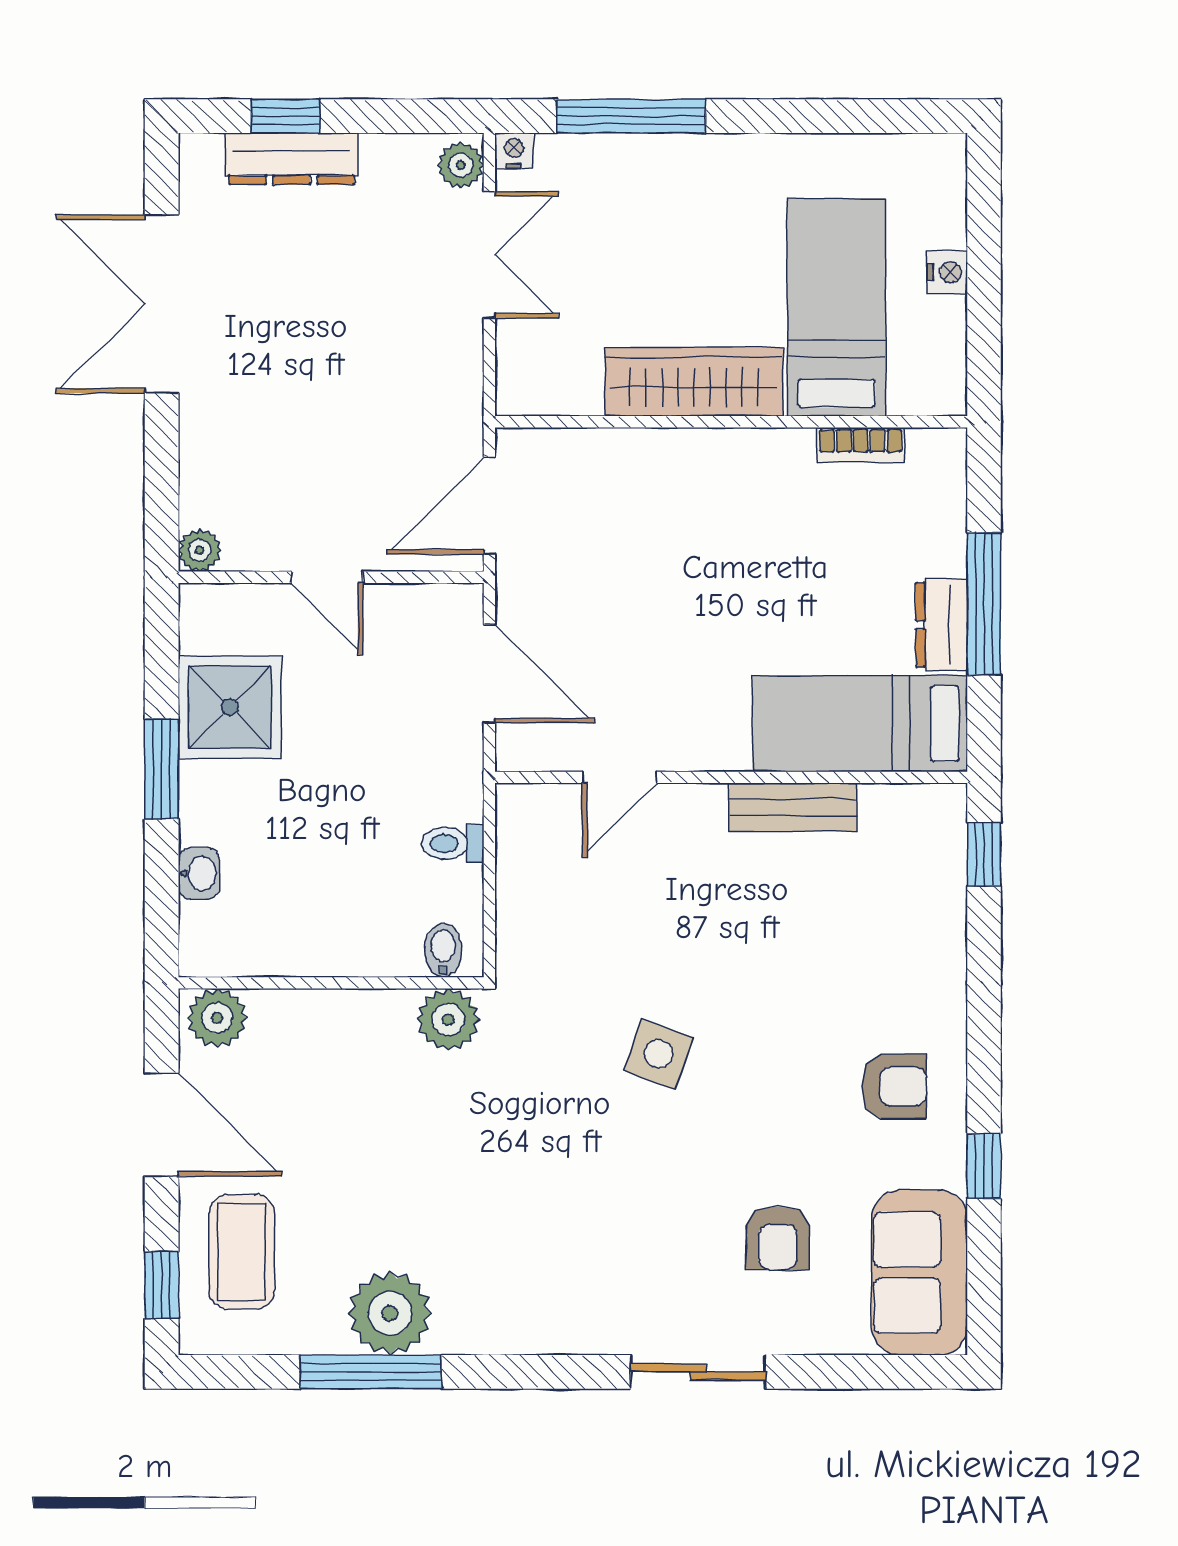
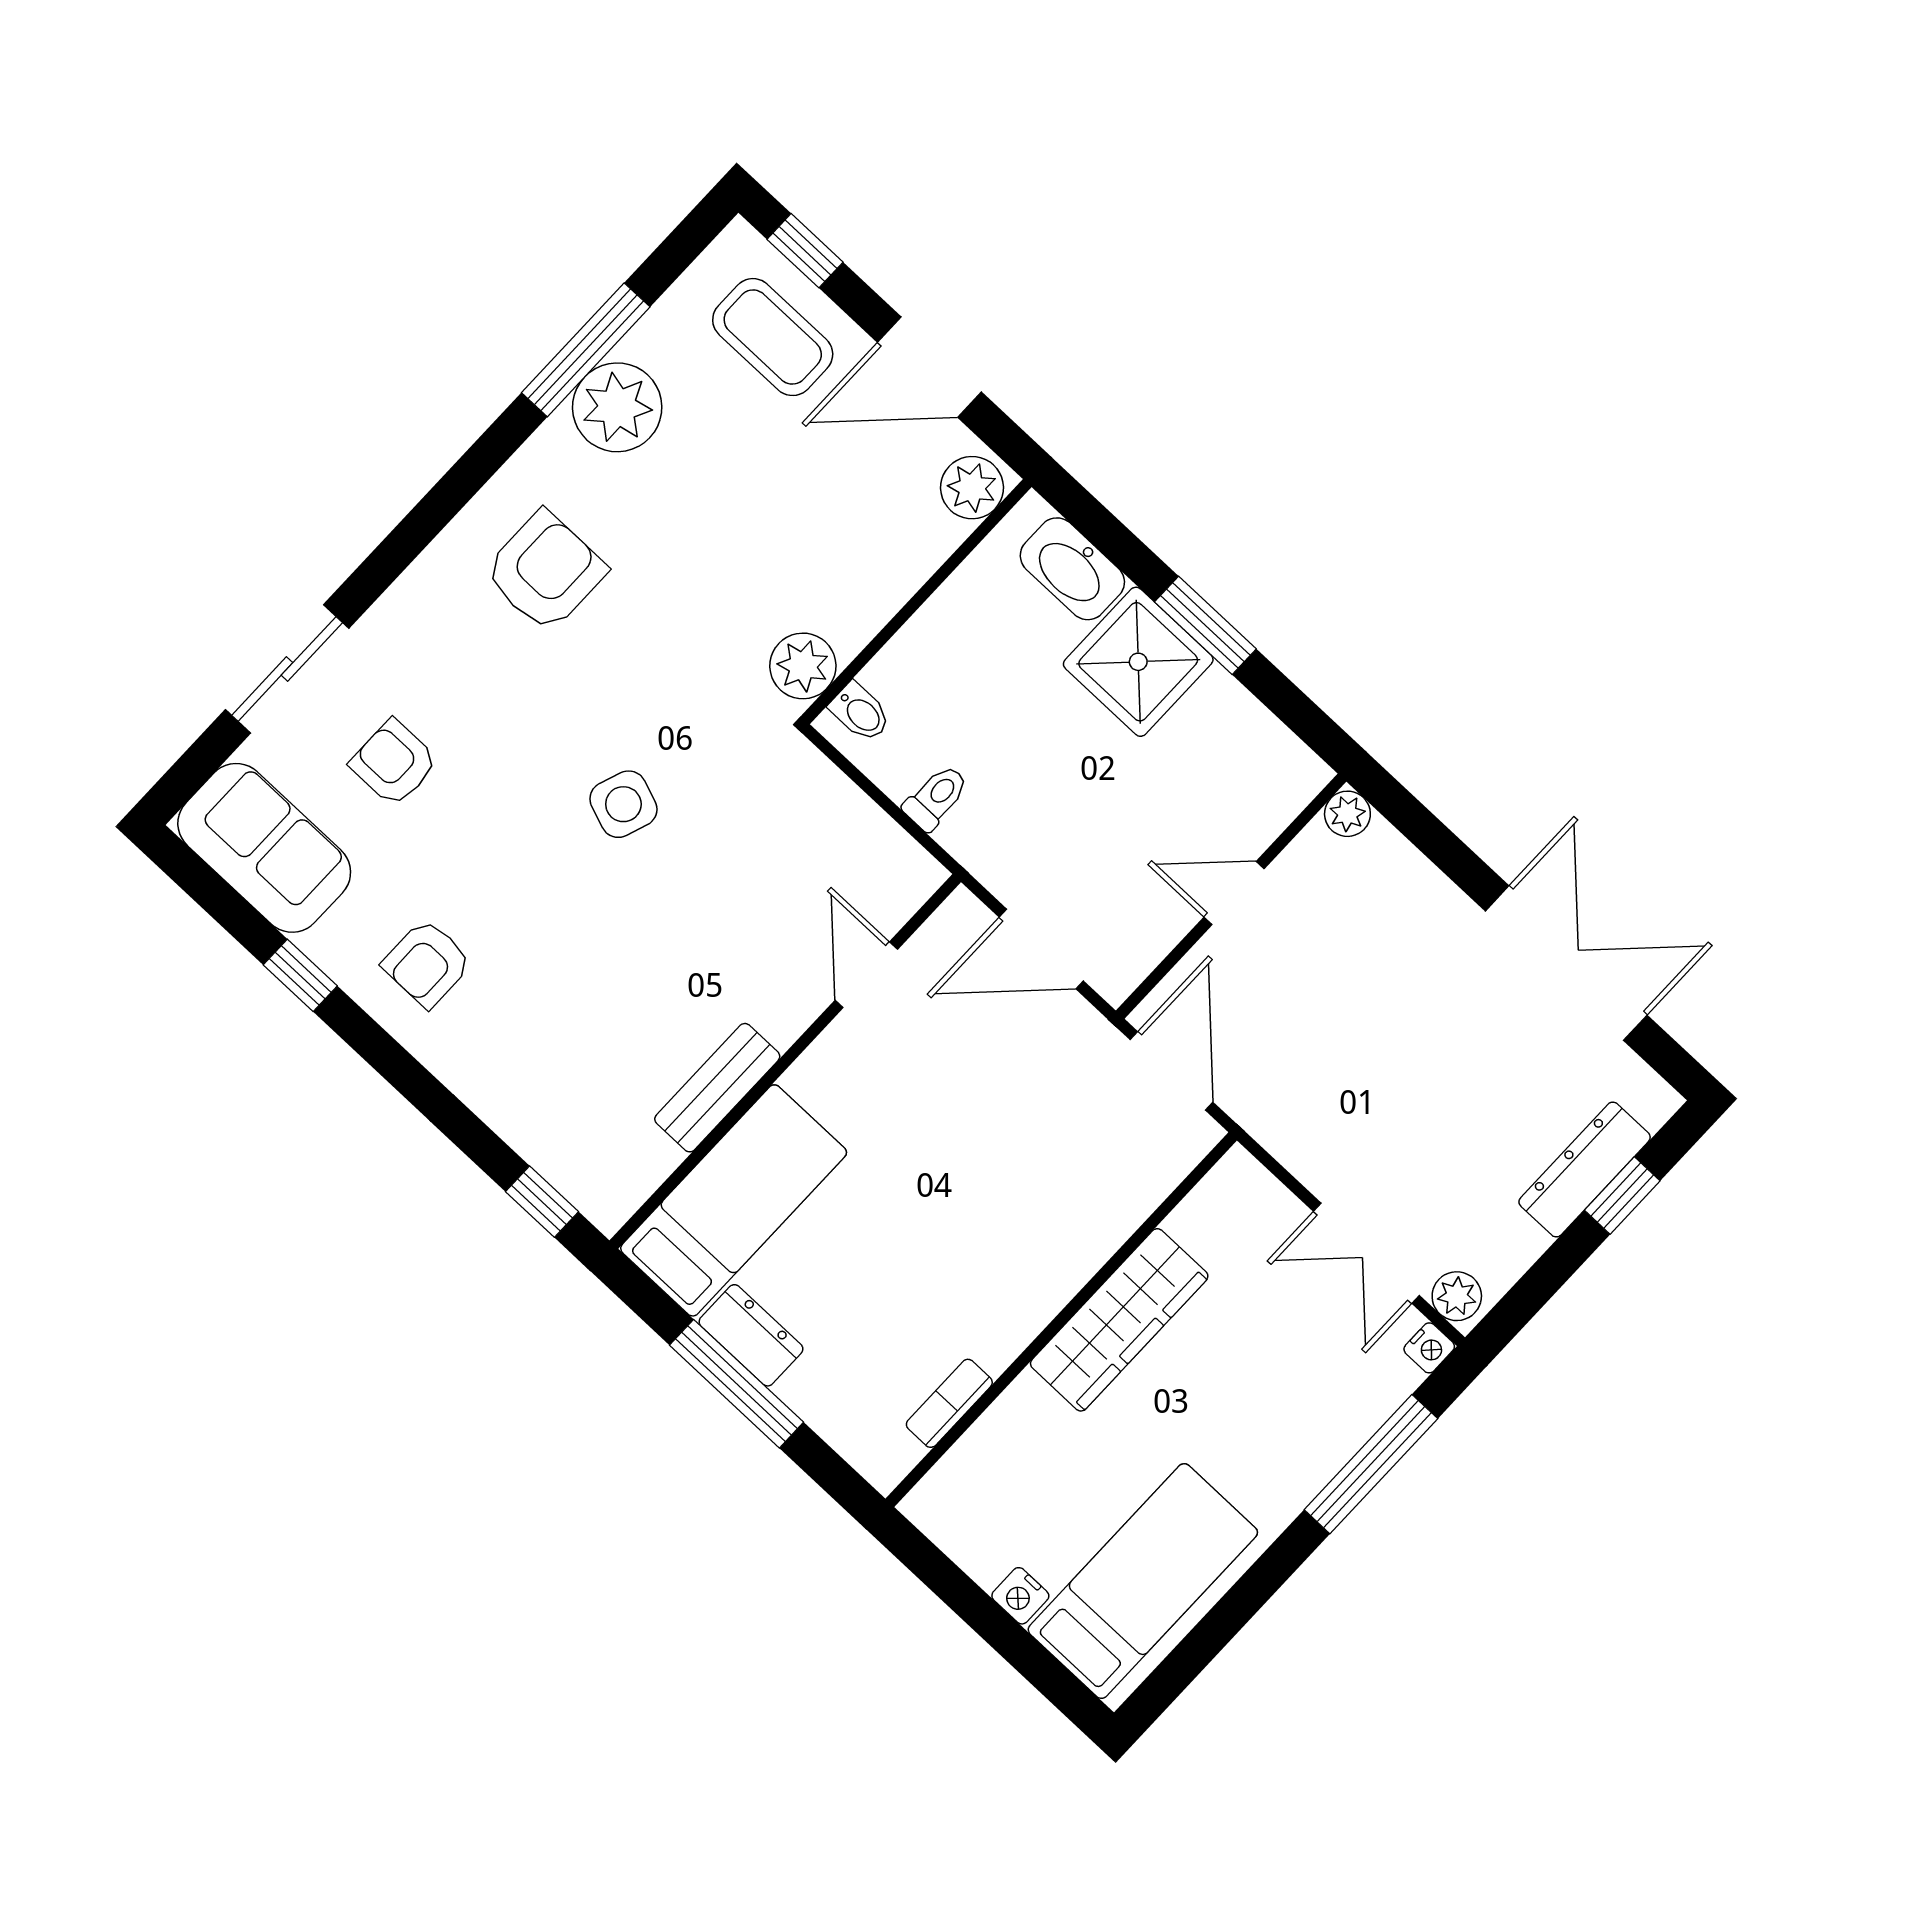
bed: (837, 307) -> (1143, 1581), moved, turned -90
shower: (230, 707) -> (1138, 662), moved
washbasin: (199, 873) -> (1072, 569), width x1.91, depth x1.45
armchair: (549, 1257) -> (545, 571), added
sliding door: (698, 1372) -> (287, 669), moved

